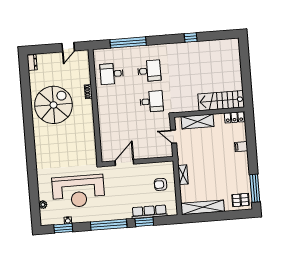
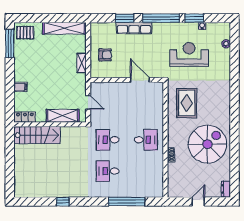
door: (68, 47) -> (198, 202), moved
desk: (112, 74) -> (146, 140), moved
spiral stairs: (53, 105) -> (207, 144), turned 180
rug: (77, 144) -> (187, 103), added
door: (124, 163) -> (140, 80), swing flipped
reception desk: (78, 191) -> (189, 54), width x0.74, depth x0.77
row of seats: (149, 212) -> (134, 28), moved
window: (63, 228) -> (194, 18), moved

